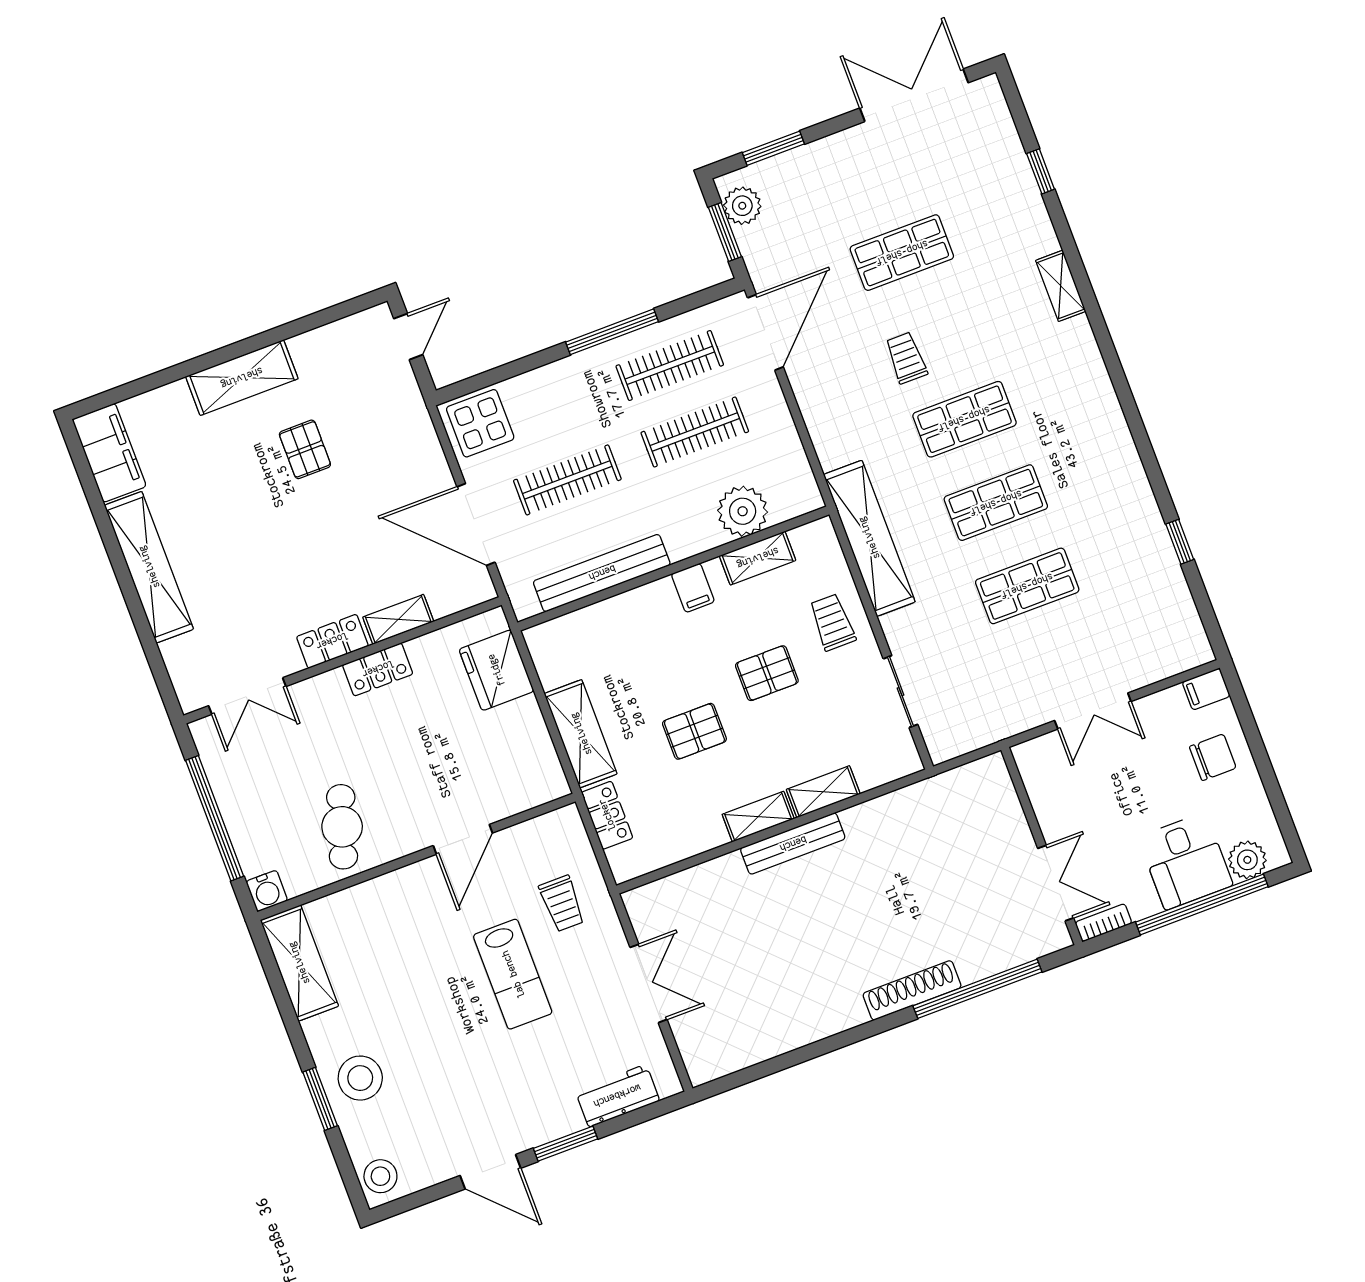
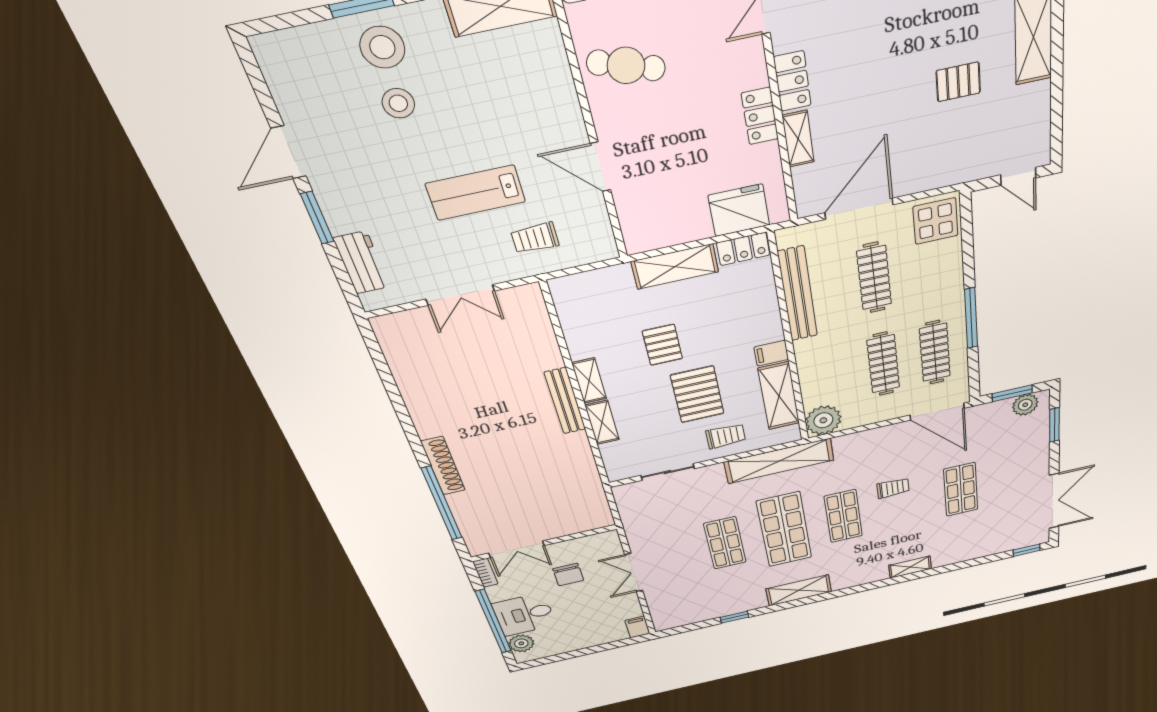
window: (1041, 171) -> (1027, 550), moved
shelving: (1118, 452) -> (799, 590), added
shop shelf: (996, 503) -> (784, 530), width x1.43, depth x1.36
plant: (743, 511) -> (823, 420), moved
shelving: (758, 558) -> (779, 396), width x1.50, depth x1.33
pallet: (767, 673) -> (697, 394), width x1.50, depth x1.42
chair: (1213, 757) -> (568, 575), moved
locker: (607, 815) -> (743, 249), moved
stool: (380, 1176) -> (398, 103), moved

